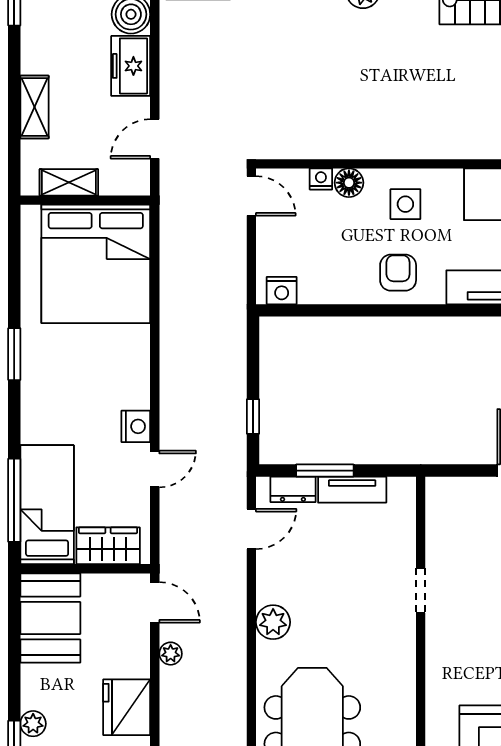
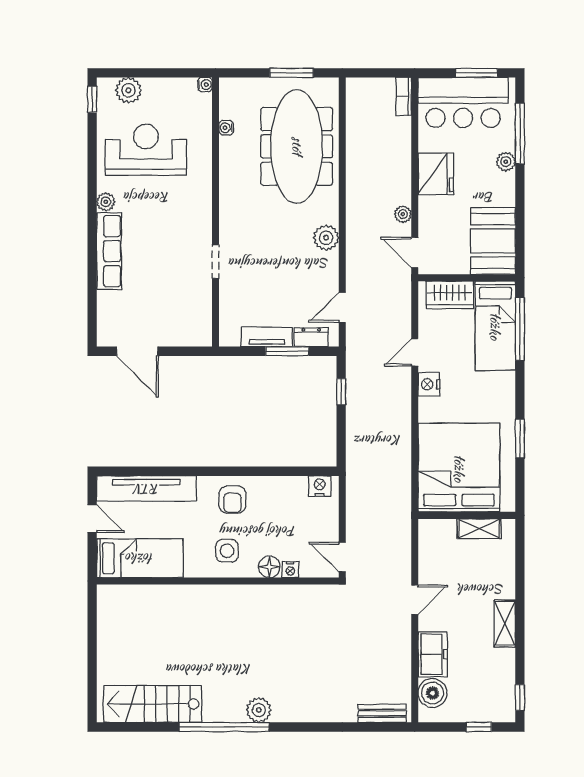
shelving: (69, 182) -> (479, 529), moved
wall: (85, 200) -> (467, 515), moved
bed: (96, 264) -> (459, 468), moved

